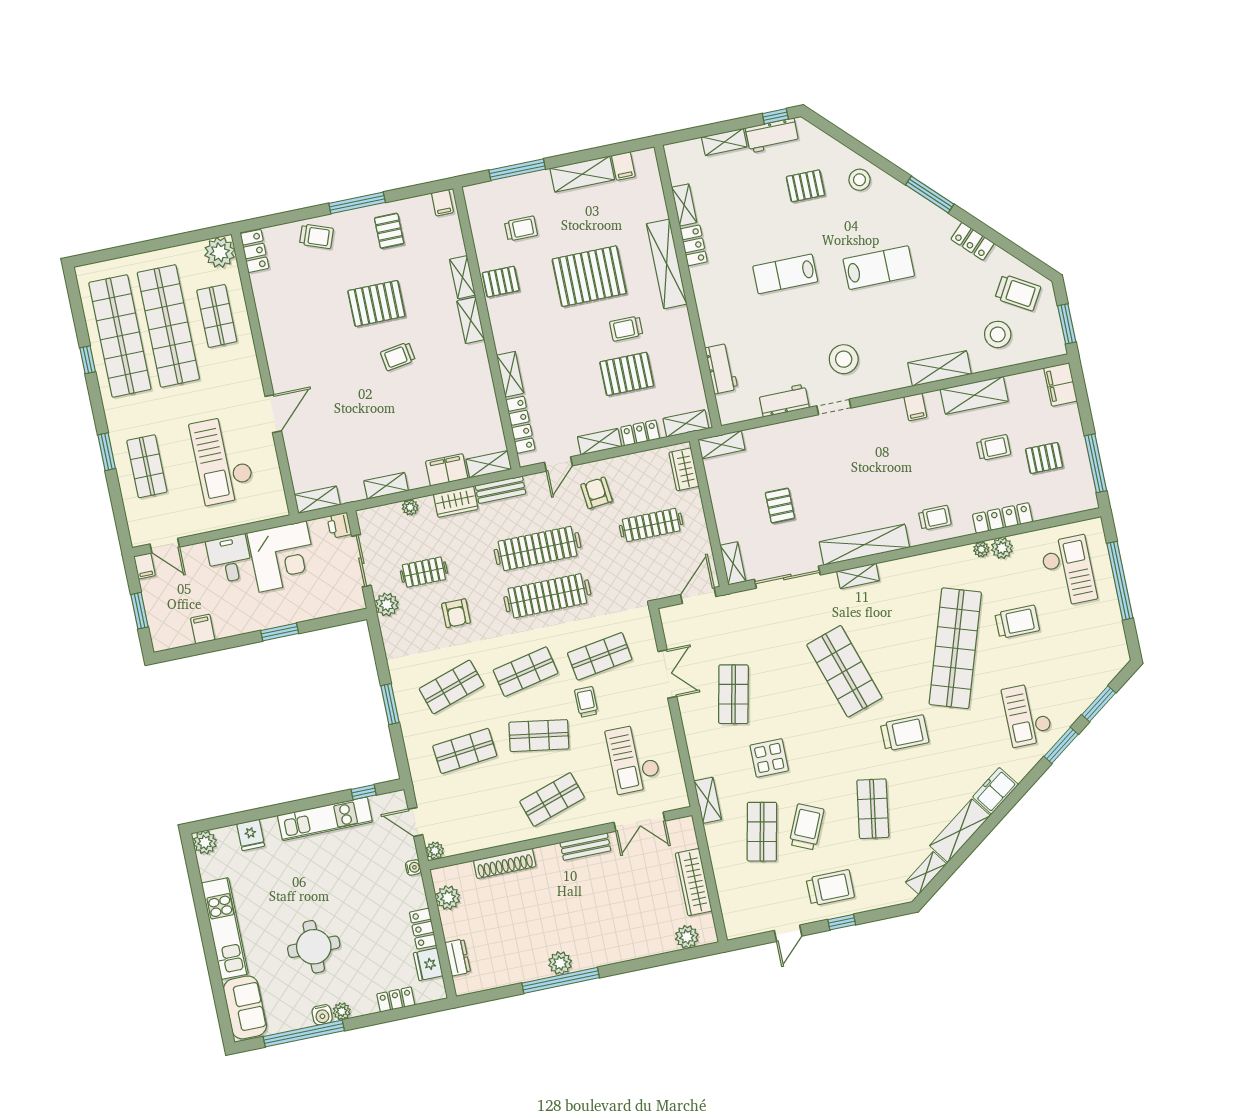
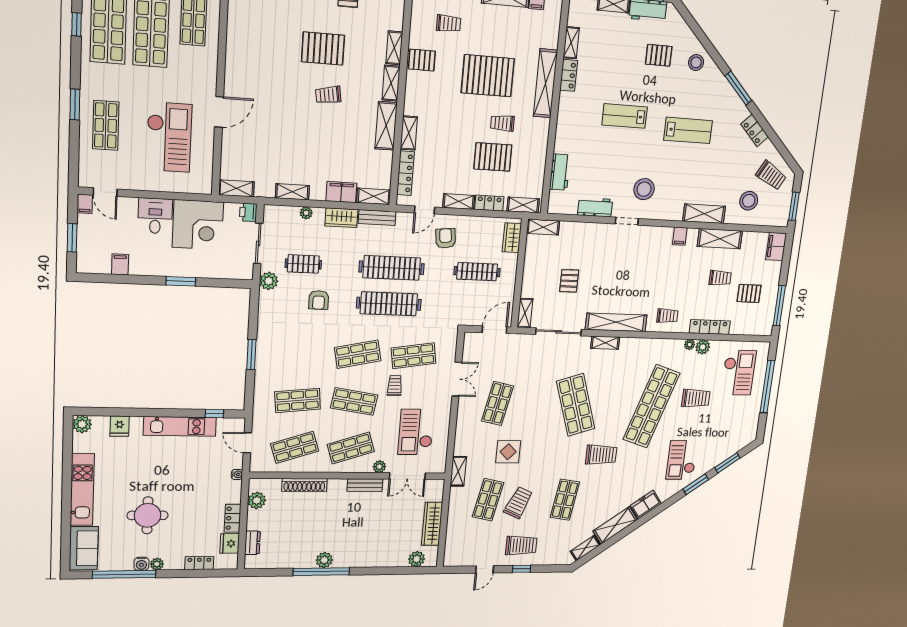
shelving: (479, 373) -> (386, 126), added
checkout: (222, 460) -> (169, 137), turned 180
shop shelf: (452, 687) -> (295, 447), moved
plant: (435, 851) -> (379, 467), moved

